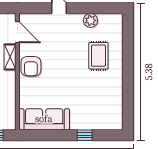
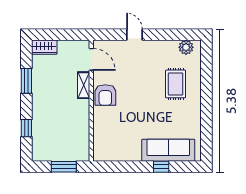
plant: (90, 20) -> (186, 47), moved
sofa: (44, 119) -> (168, 150), moved

